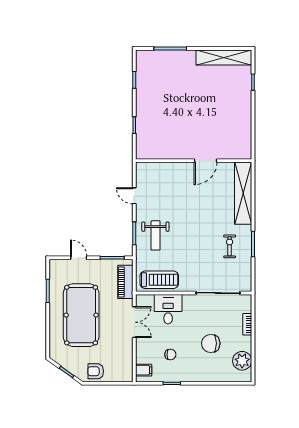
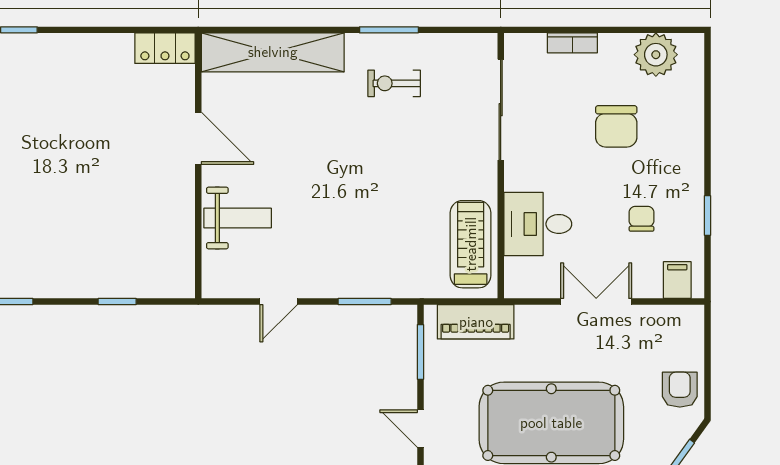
locker: (245, 146) -> (165, 48), added
weight bench: (155, 235) -> (238, 218), moved
door: (79, 258) -> (420, 429), hinge flipped
double door: (134, 322) -> (596, 302), moved
armchair: (96, 371) -> (680, 390), turned 180

